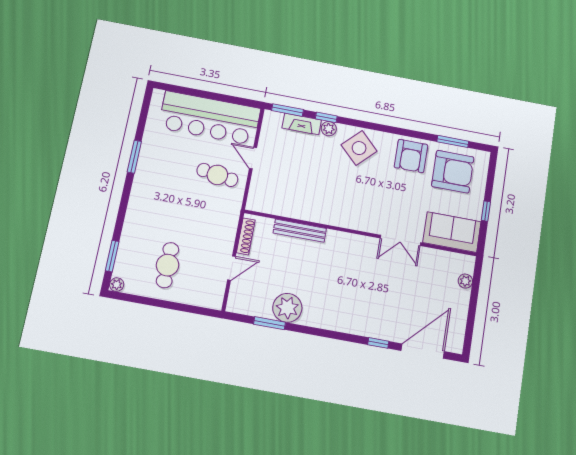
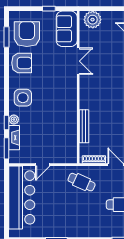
side table: (359, 148) -> (23, 98), turned 45
cafe table: (217, 175) -> (82, 182), moved, turned -75
plant: (465, 281) -> (93, 20), width x1.87, depth x1.87

